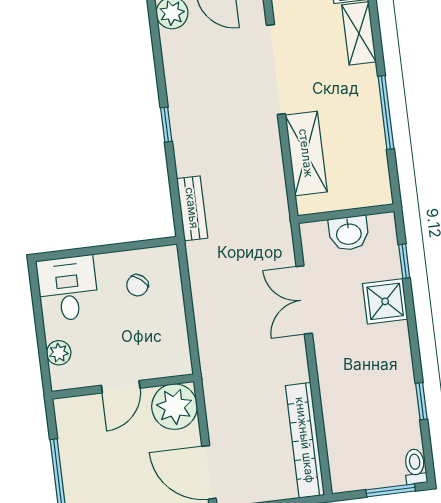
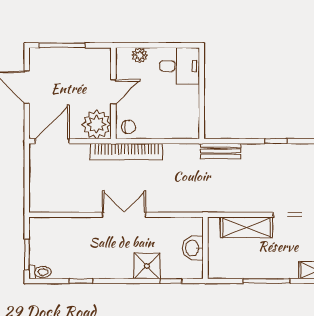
chair: (137, 285) -> (129, 127), moved, turned 141
double door: (304, 300) -> (124, 215), moved
door: (121, 387) -> (113, 92), swing flipped
bookcase: (305, 440) -> (126, 151), moved, turned 180

